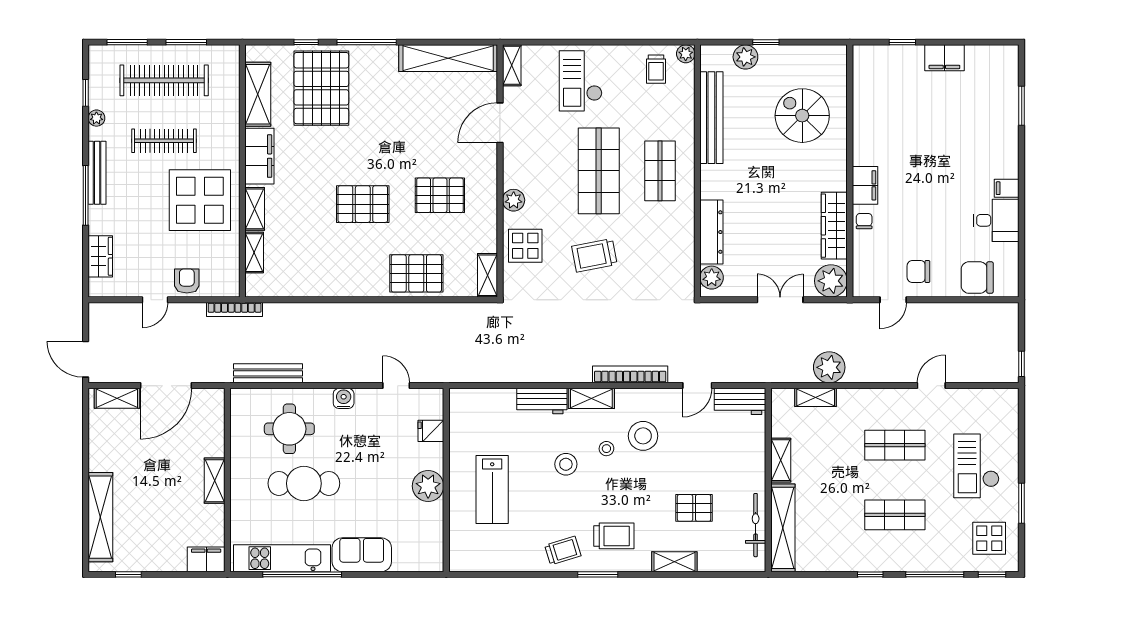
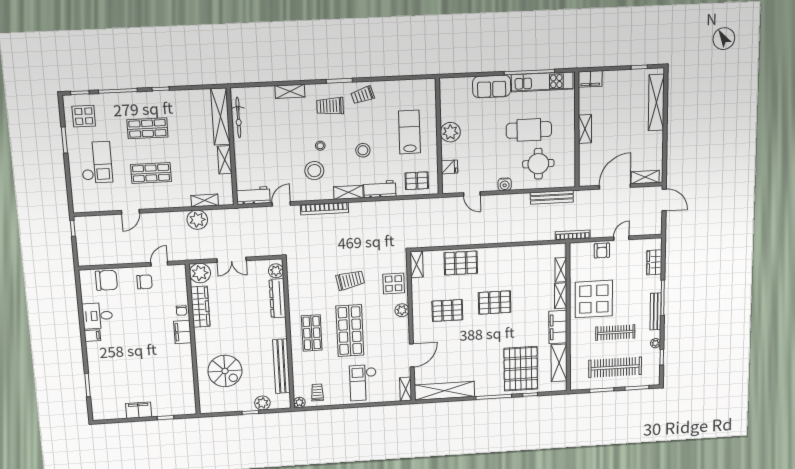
checkout: (581, 81) -> (363, 383), turned 180
stool: (606, 449) -> (320, 146), moved
pallet: (694, 508) -> (417, 181), moved

